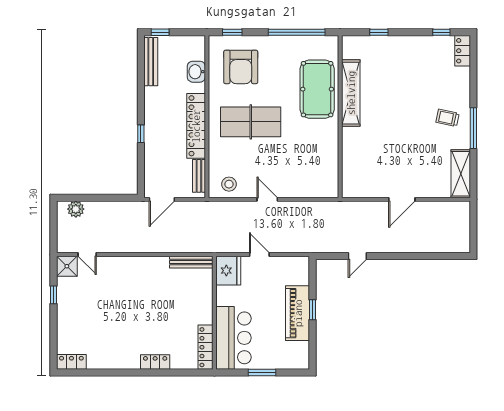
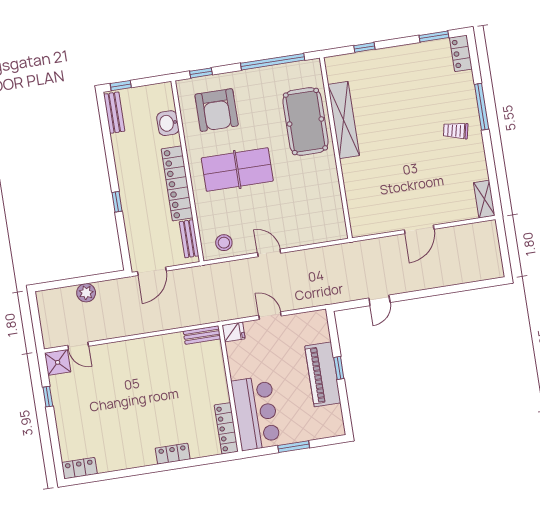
window: (441, 32) -> (434, 36), width x1.50
bench: (151, 62) -> (114, 113), width x0.73
window: (473, 128) -> (482, 107), moved
shelving: (461, 174) -> (484, 199), width x0.67, depth x0.75
plant: (76, 209) -> (86, 293), moved
bench: (191, 262) -> (202, 335), width x0.73
fridge: (228, 271) -> (234, 332), width x0.53, depth x0.75

